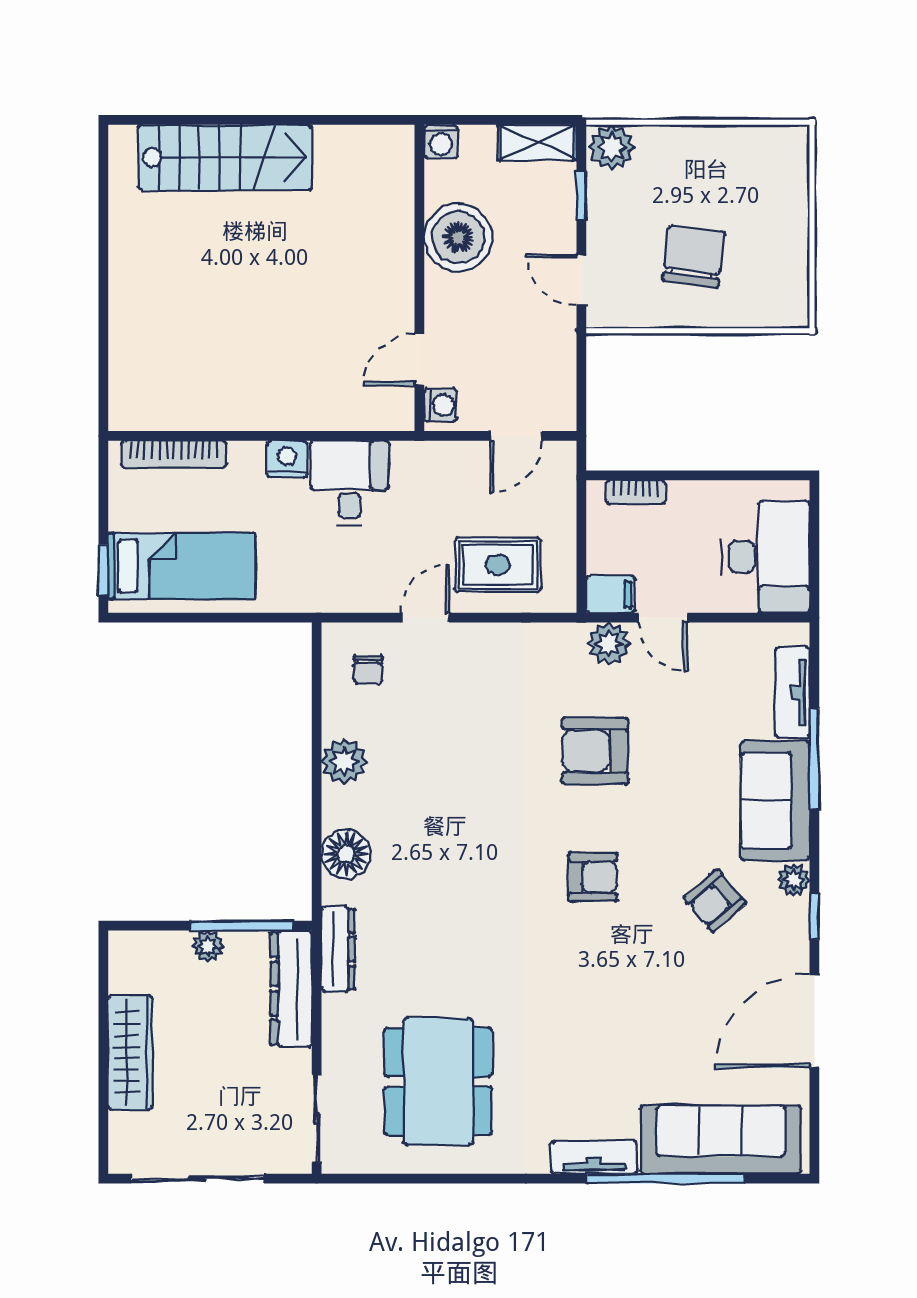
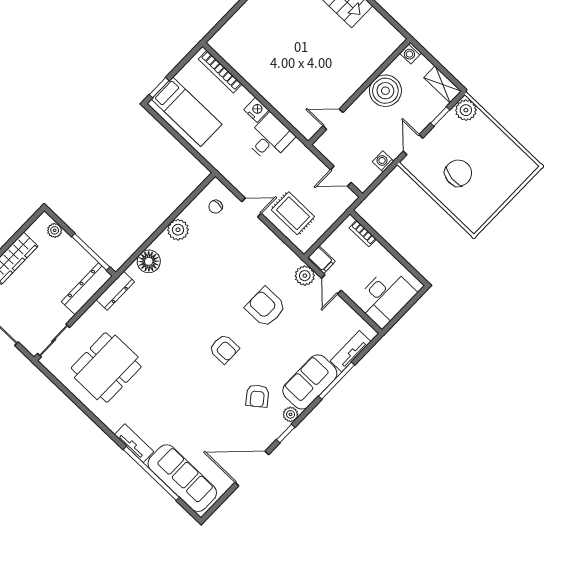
washing machine: (441, 405) -> (383, 162), moved, turned 180
armchair: (715, 901) -> (257, 396), turned -88
plant: (208, 946) -> (55, 230), moved

